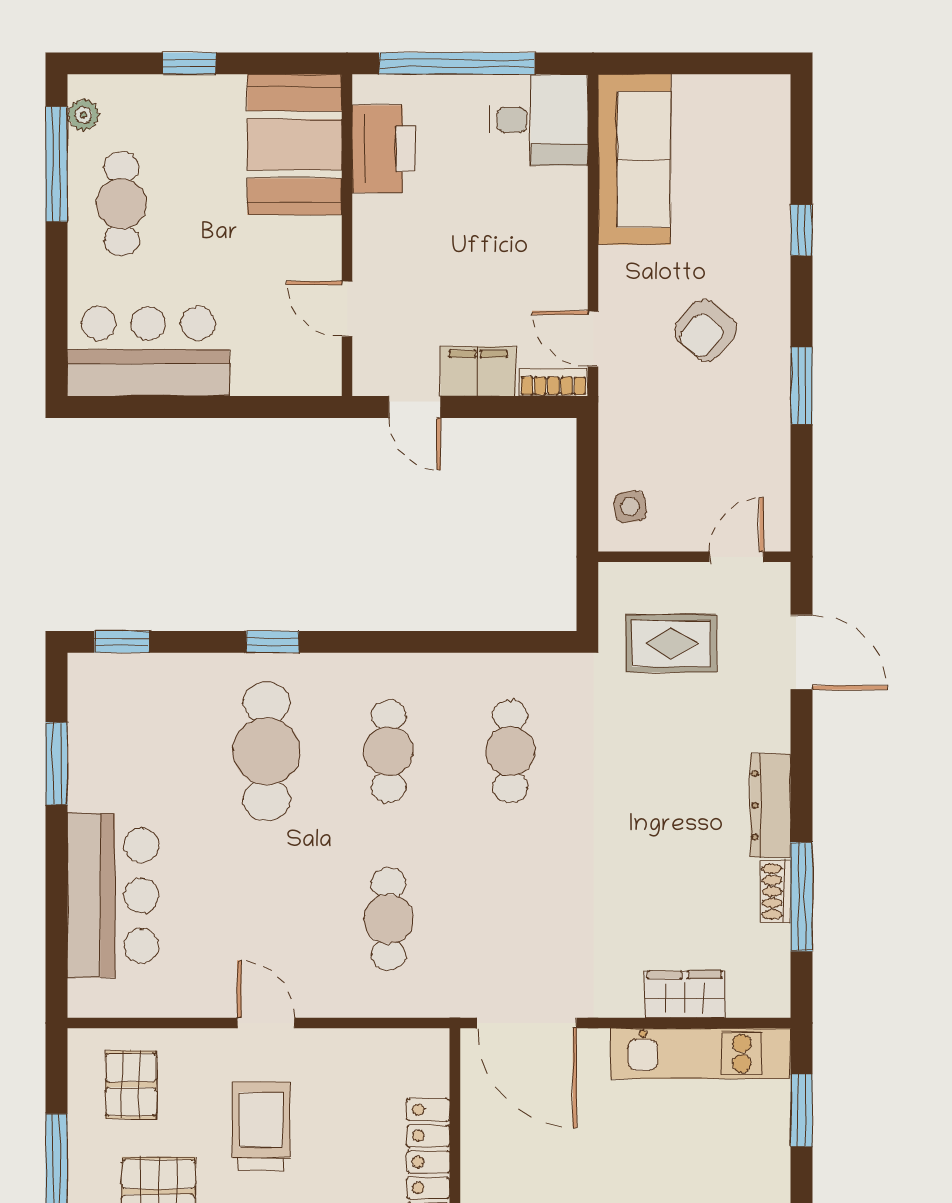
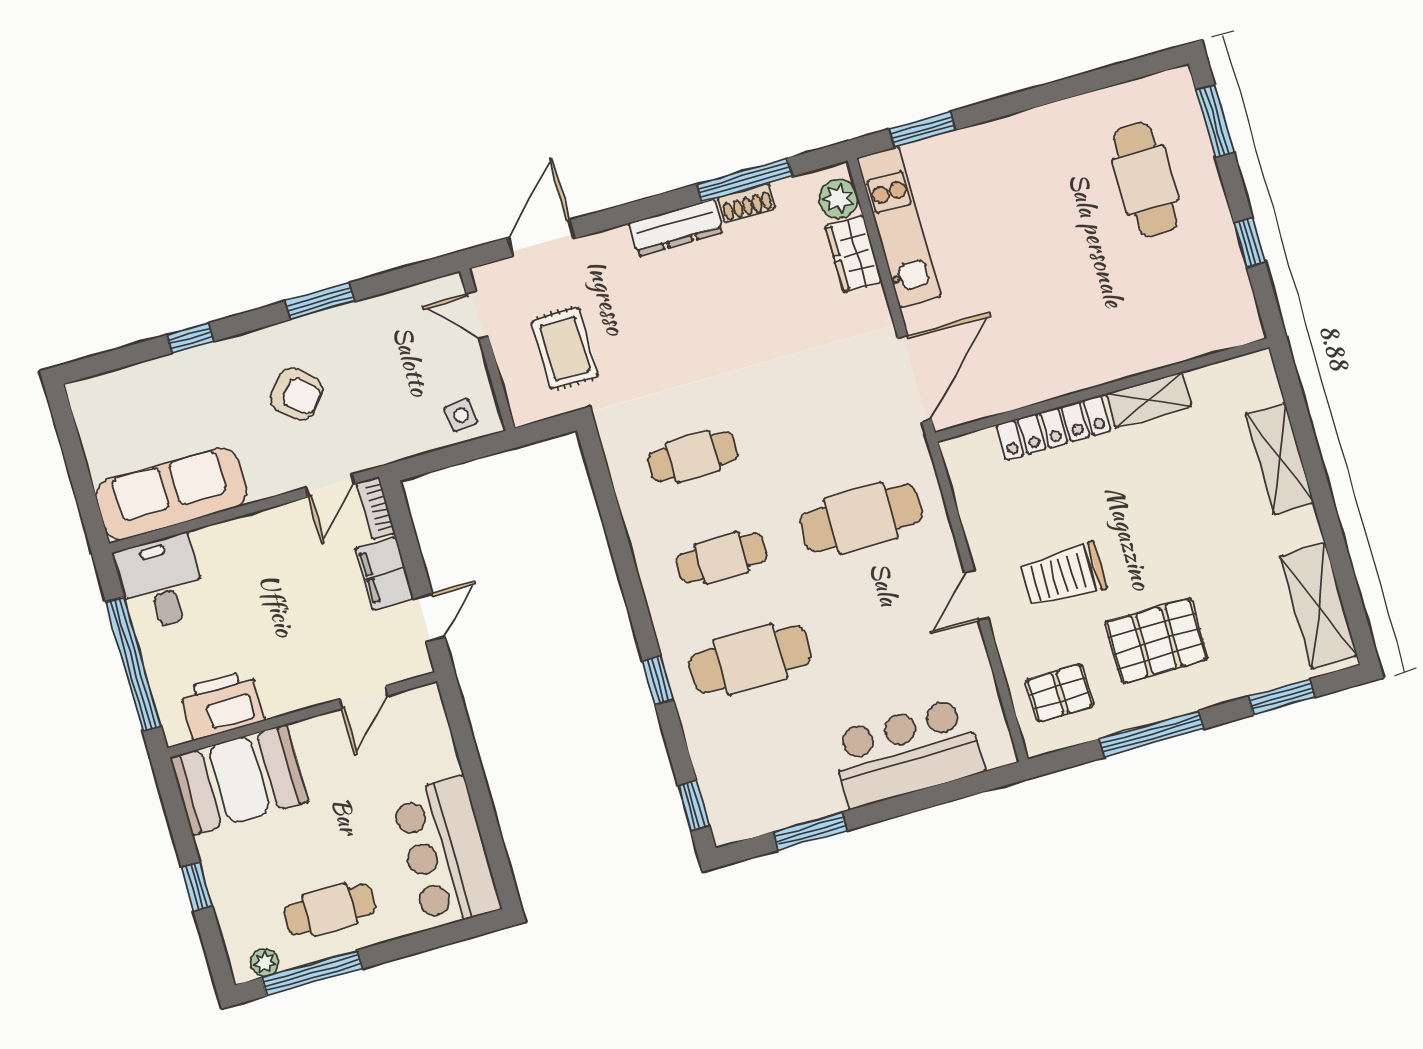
cafe table: (389, 919) -> (861, 518), width x1.37, depth x1.35
plant: (751, 995) -> (838, 199), added

